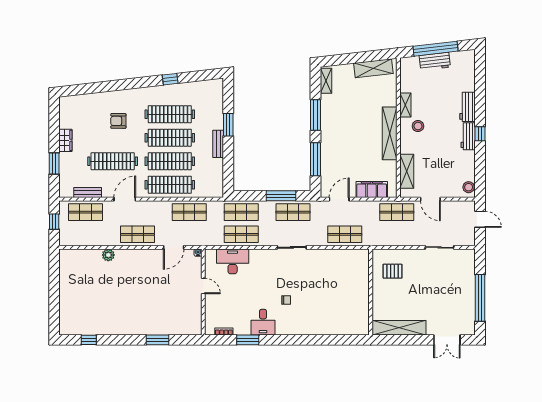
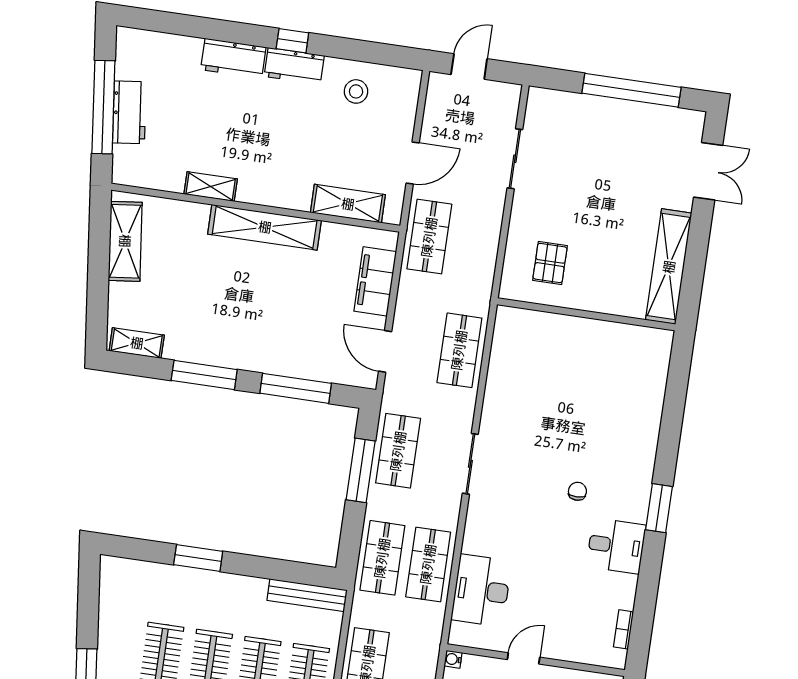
stool: (418, 126) -> (258, 167), removed
bench: (218, 144) -> (307, 595), moved, width x1.36
stool: (469, 187) -> (356, 91), moved
window: (248, 340) -> (659, 508), moved

